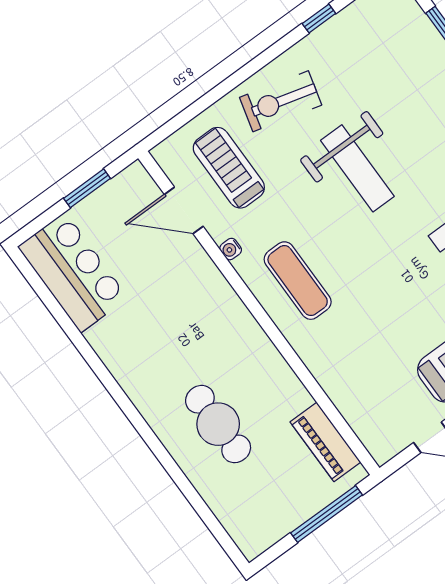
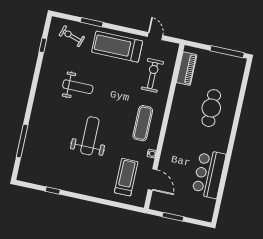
exercise bike: (281, 101) -> (152, 75), moved, turned -105
treadmill: (229, 168) -> (126, 177), turned 180
bar counter: (73, 272) -> (209, 174), moved
window: (327, 514) -> (227, 52), moved

